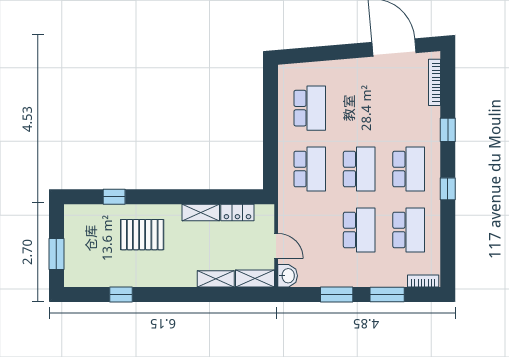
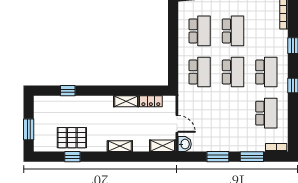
school desk: (359, 230) -> (233, 31), moved
pallet: (142, 235) -> (72, 138), moved
shelving: (216, 279) -> (120, 146), moved

